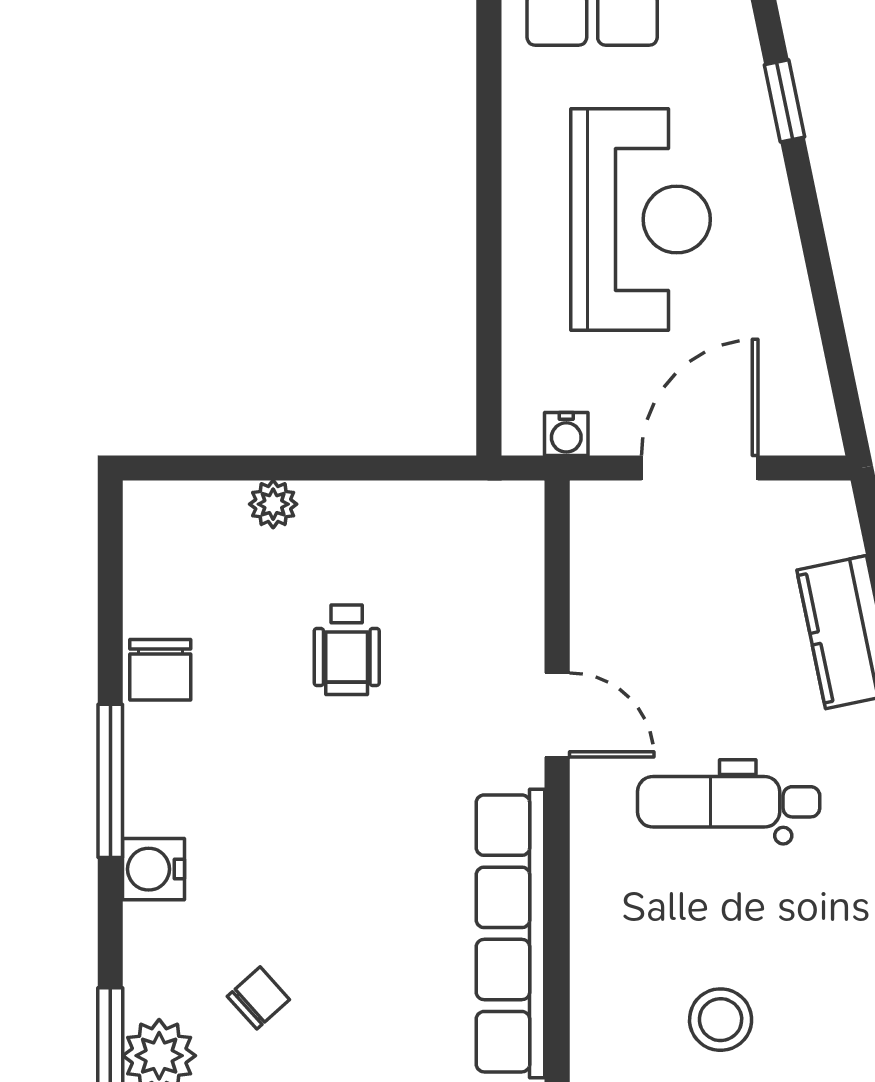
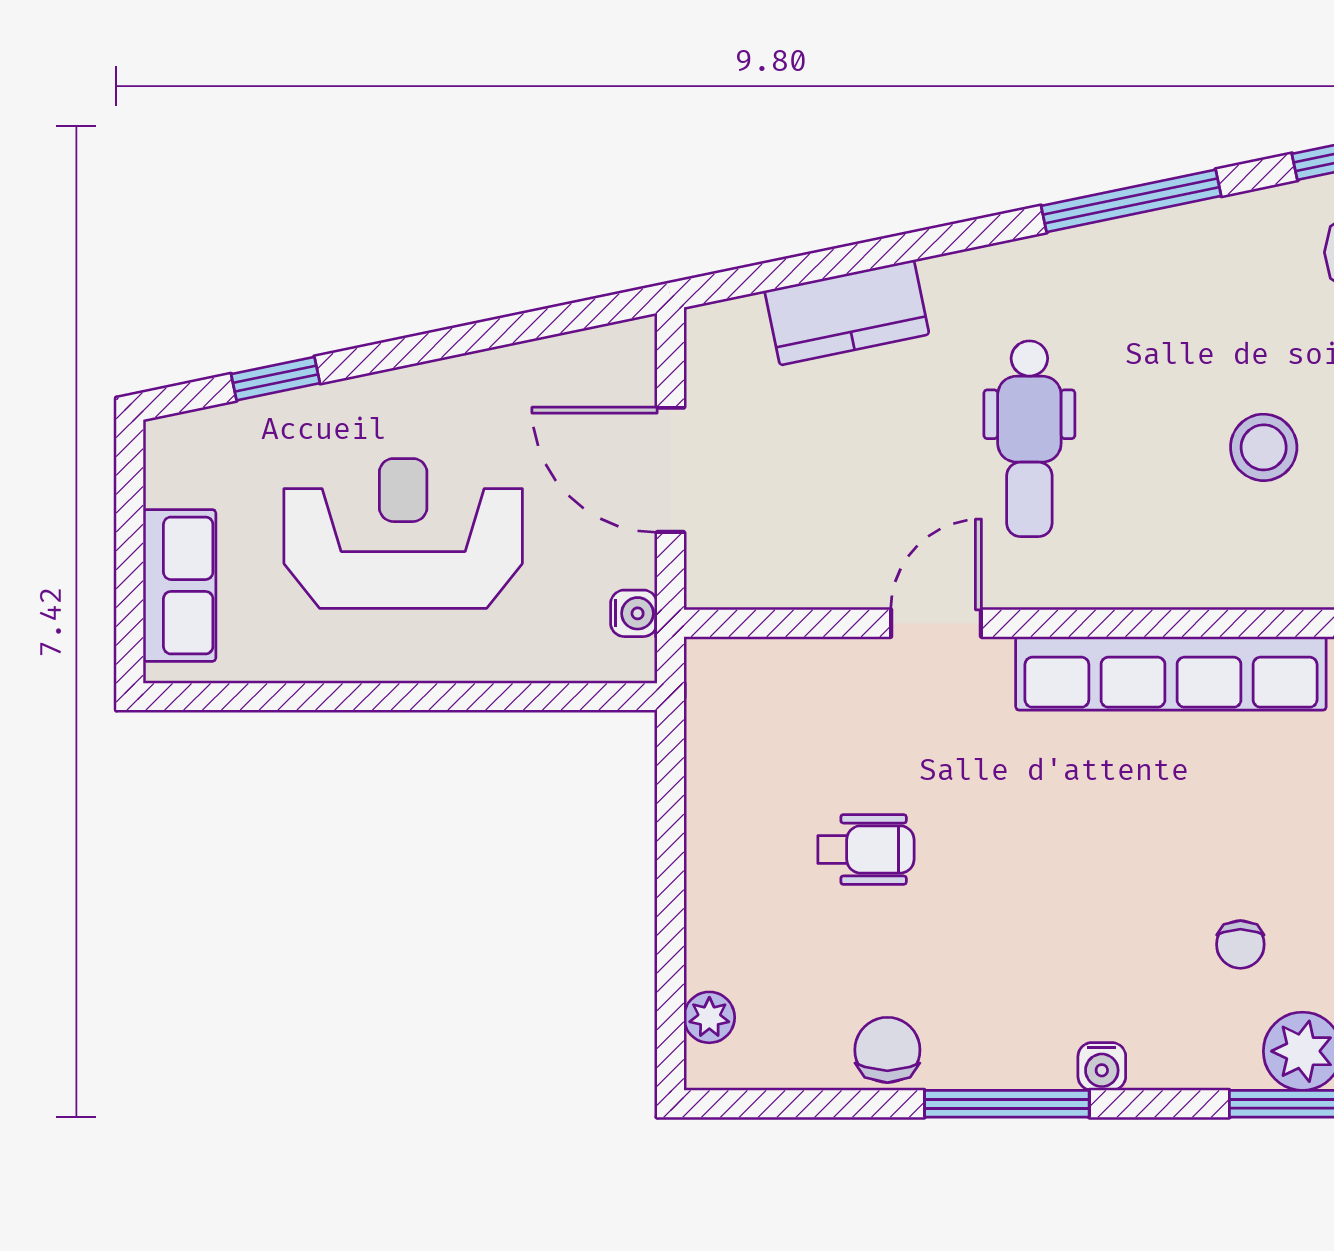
plant: (273, 504) -> (709, 1017), moved
chair: (160, 670) -> (887, 1050), turned -90
water cooler: (153, 869) -> (1102, 1066), width x0.72, depth x0.72
chair: (258, 998) -> (1240, 944), turned -138

